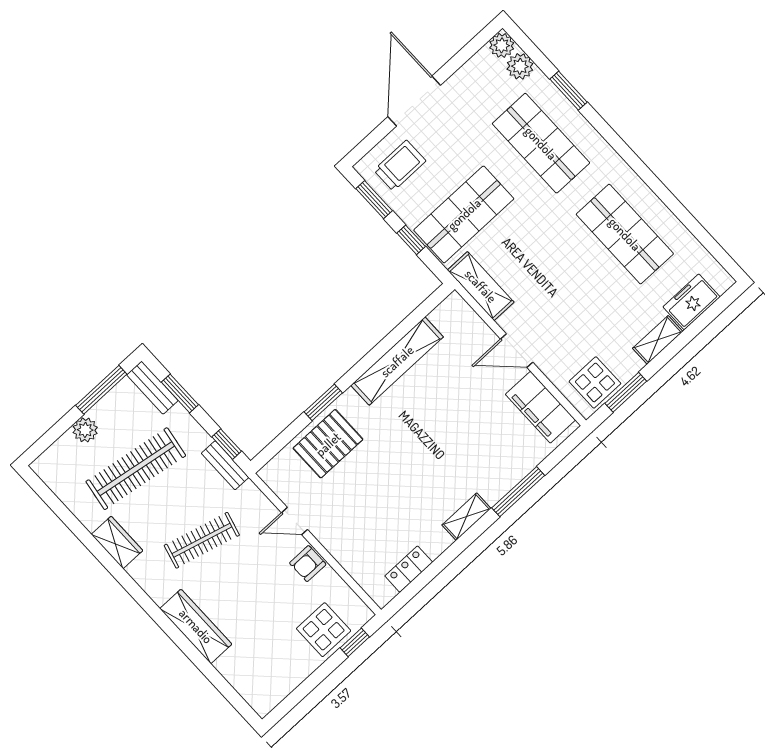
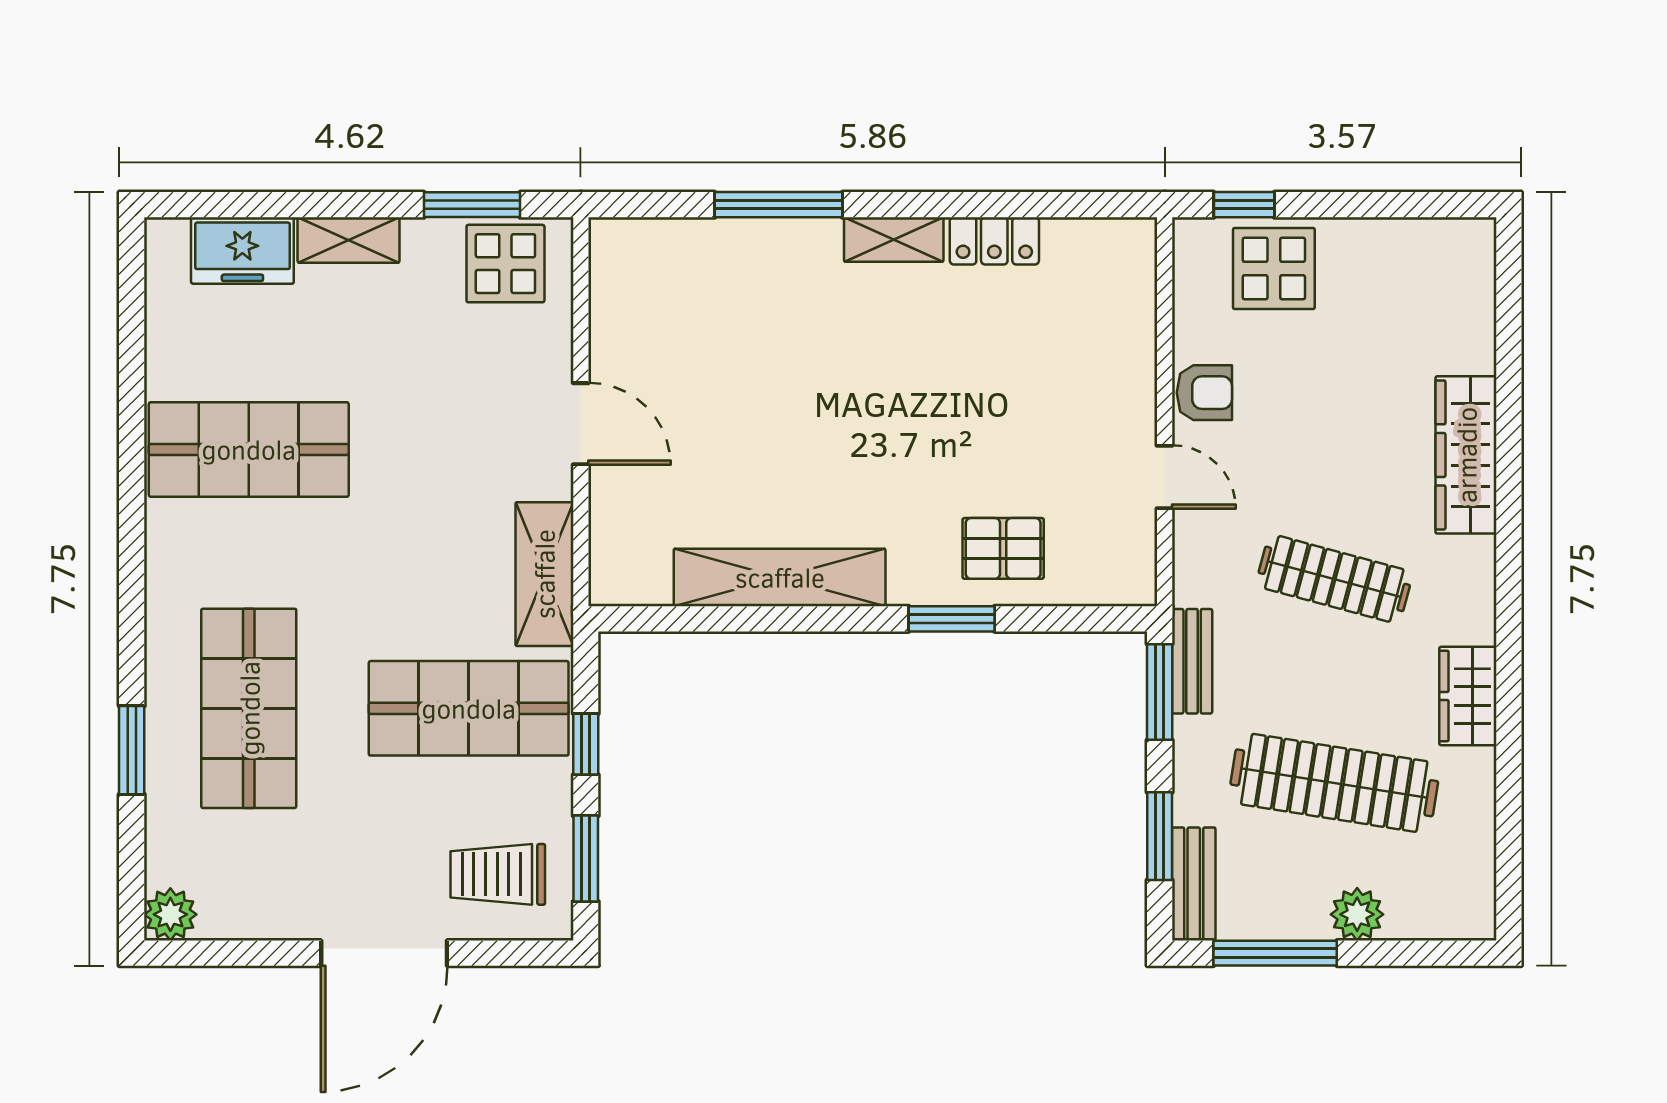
plant: (520, 66) -> (172, 856), removed
shop shelf: (625, 234) -> (249, 449), turned 90
filing cabinet: (540, 407) -> (624, 303), removed
window: (227, 444) -> (1160, 692), width x1.50
pallet: (328, 444) -> (1003, 548), width x0.67, depth x0.71
locker: (409, 569) -> (994, 241), moved

